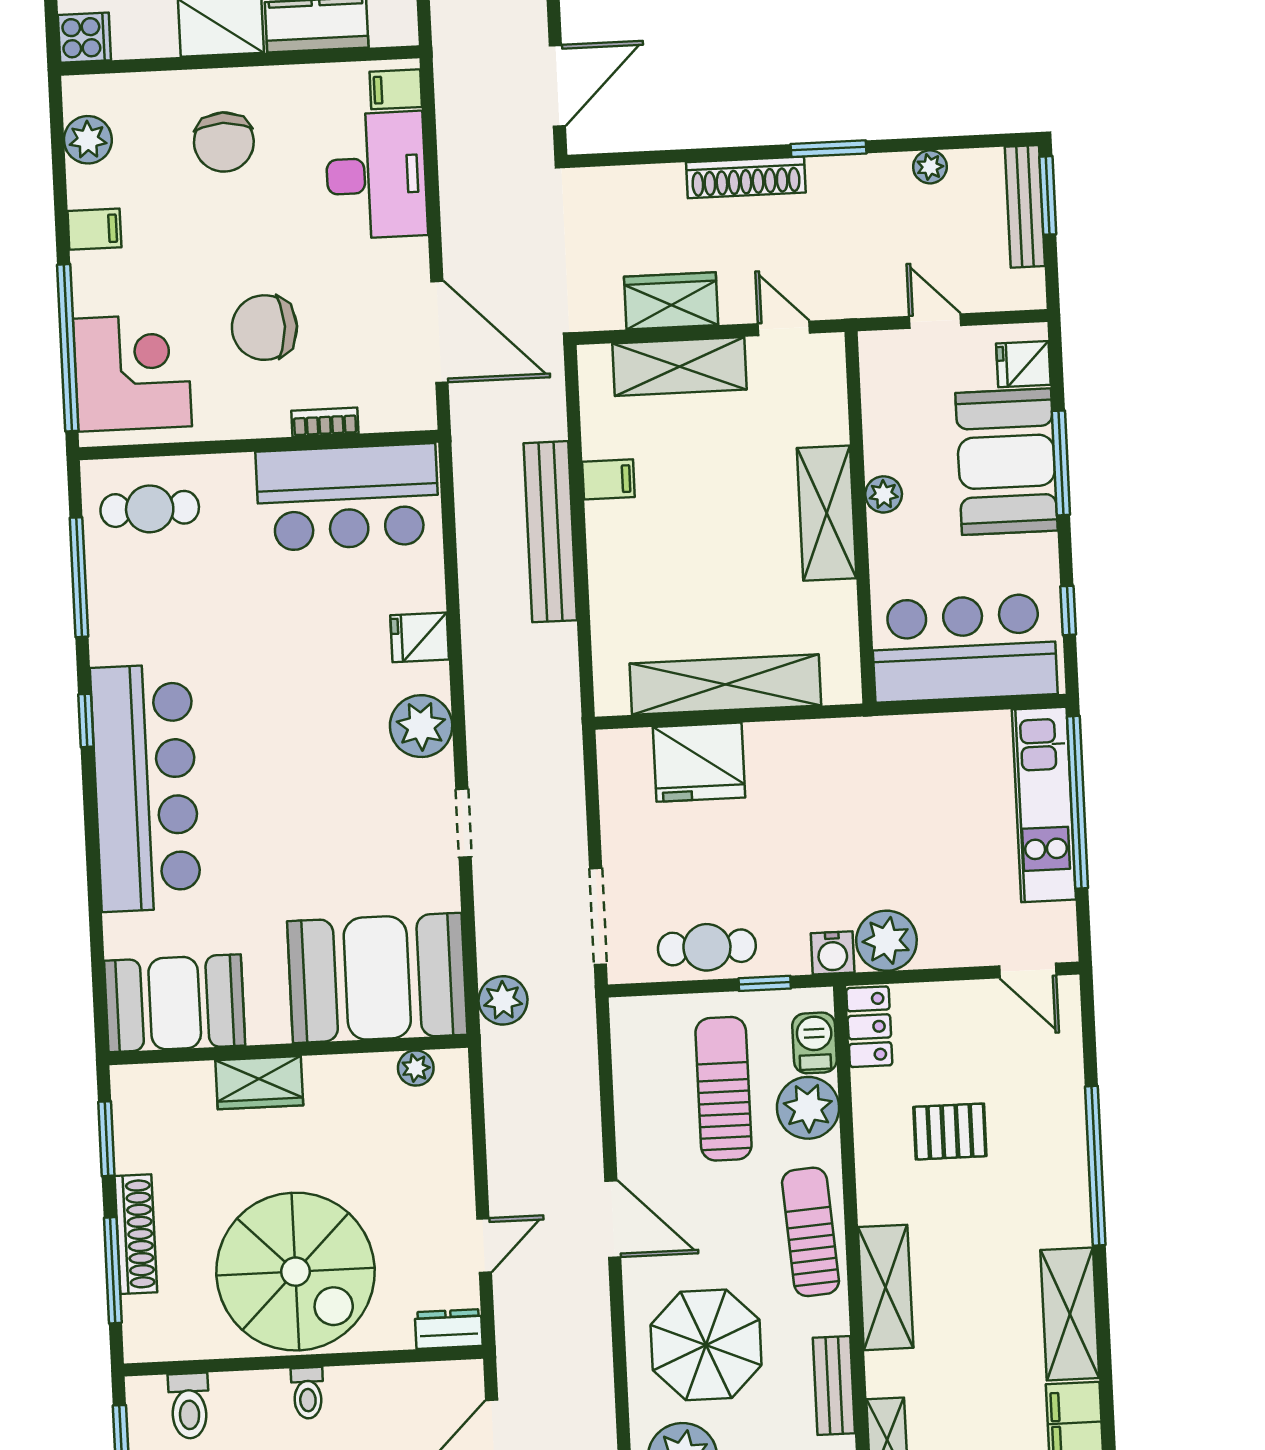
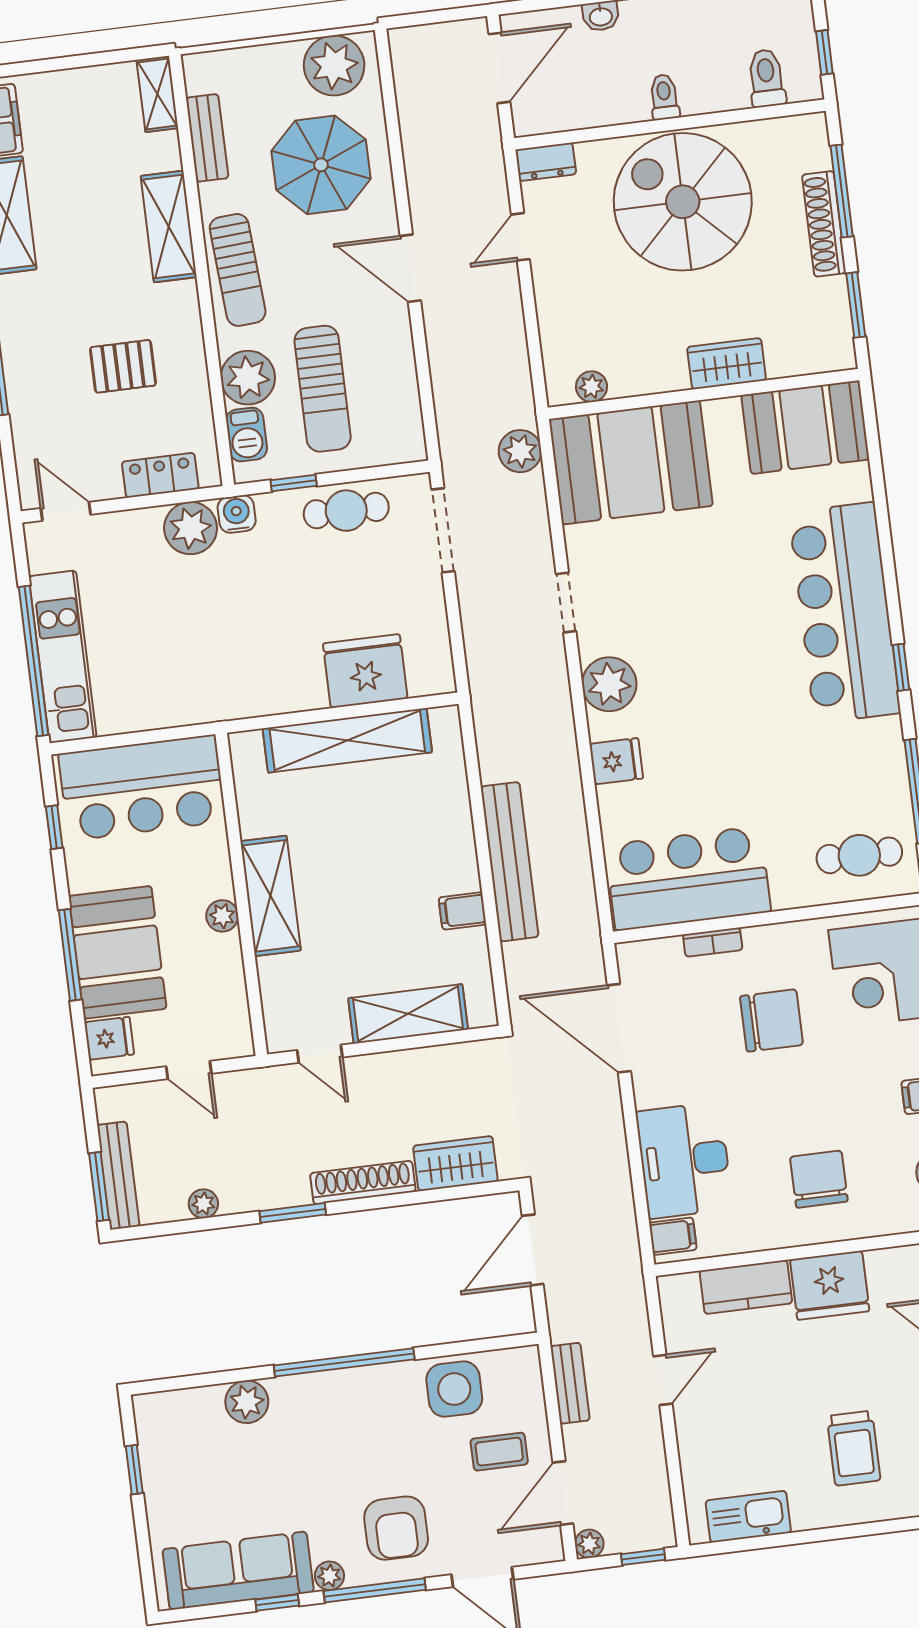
wardrobe: (671, 301) -> (455, 1164), moved, turned 180
locker: (869, 1027) -> (160, 475), moved, turned 90

